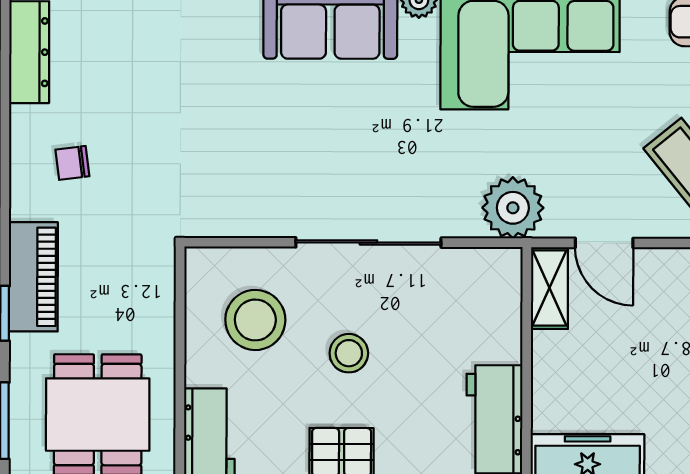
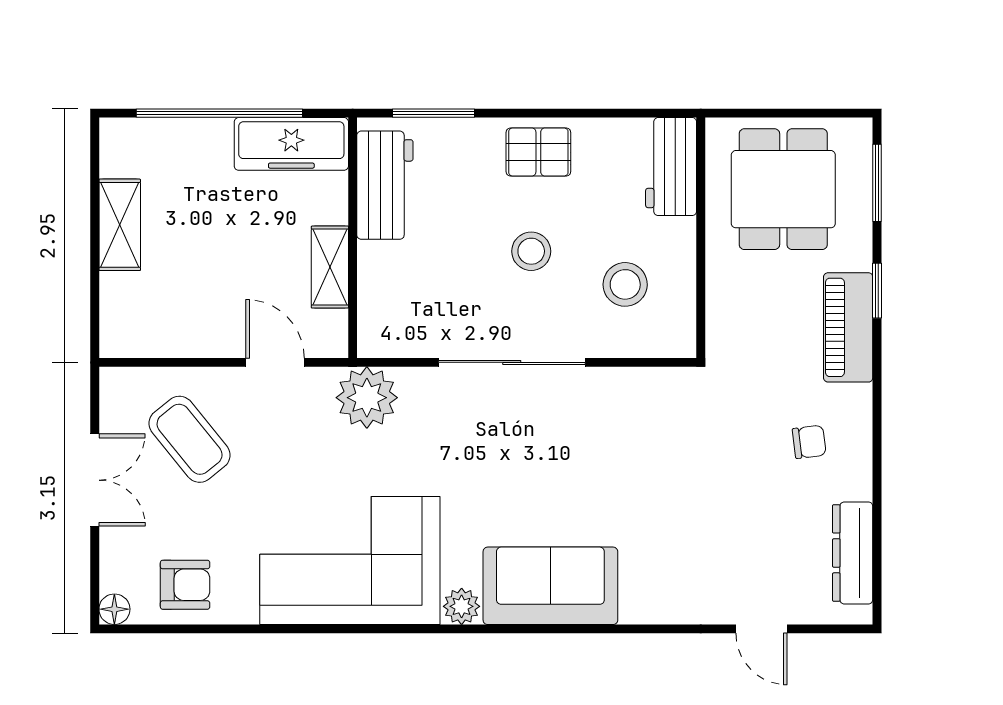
shelving: (549, 288) -> (330, 267), moved
stool: (255, 320) -> (625, 284), width x0.73, depth x0.73

